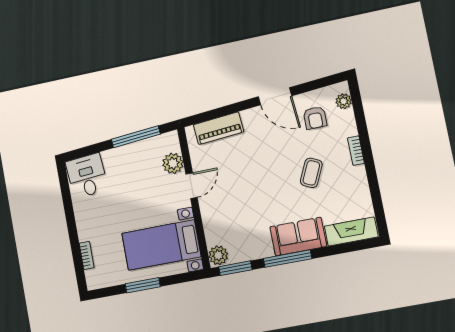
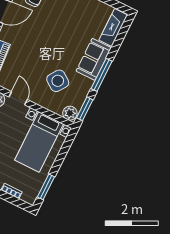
coffee table: (311, 173) -> (63, 24), removed
side table: (244, 215) -> (58, 81), added
window: (143, 285) -> (46, 187), moved

